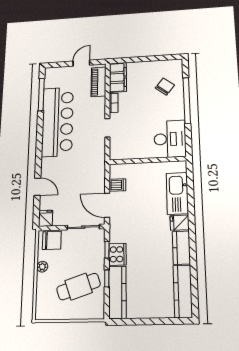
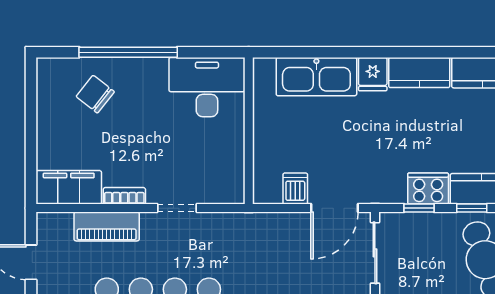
piano: (99, 82) -> (107, 226), moved

